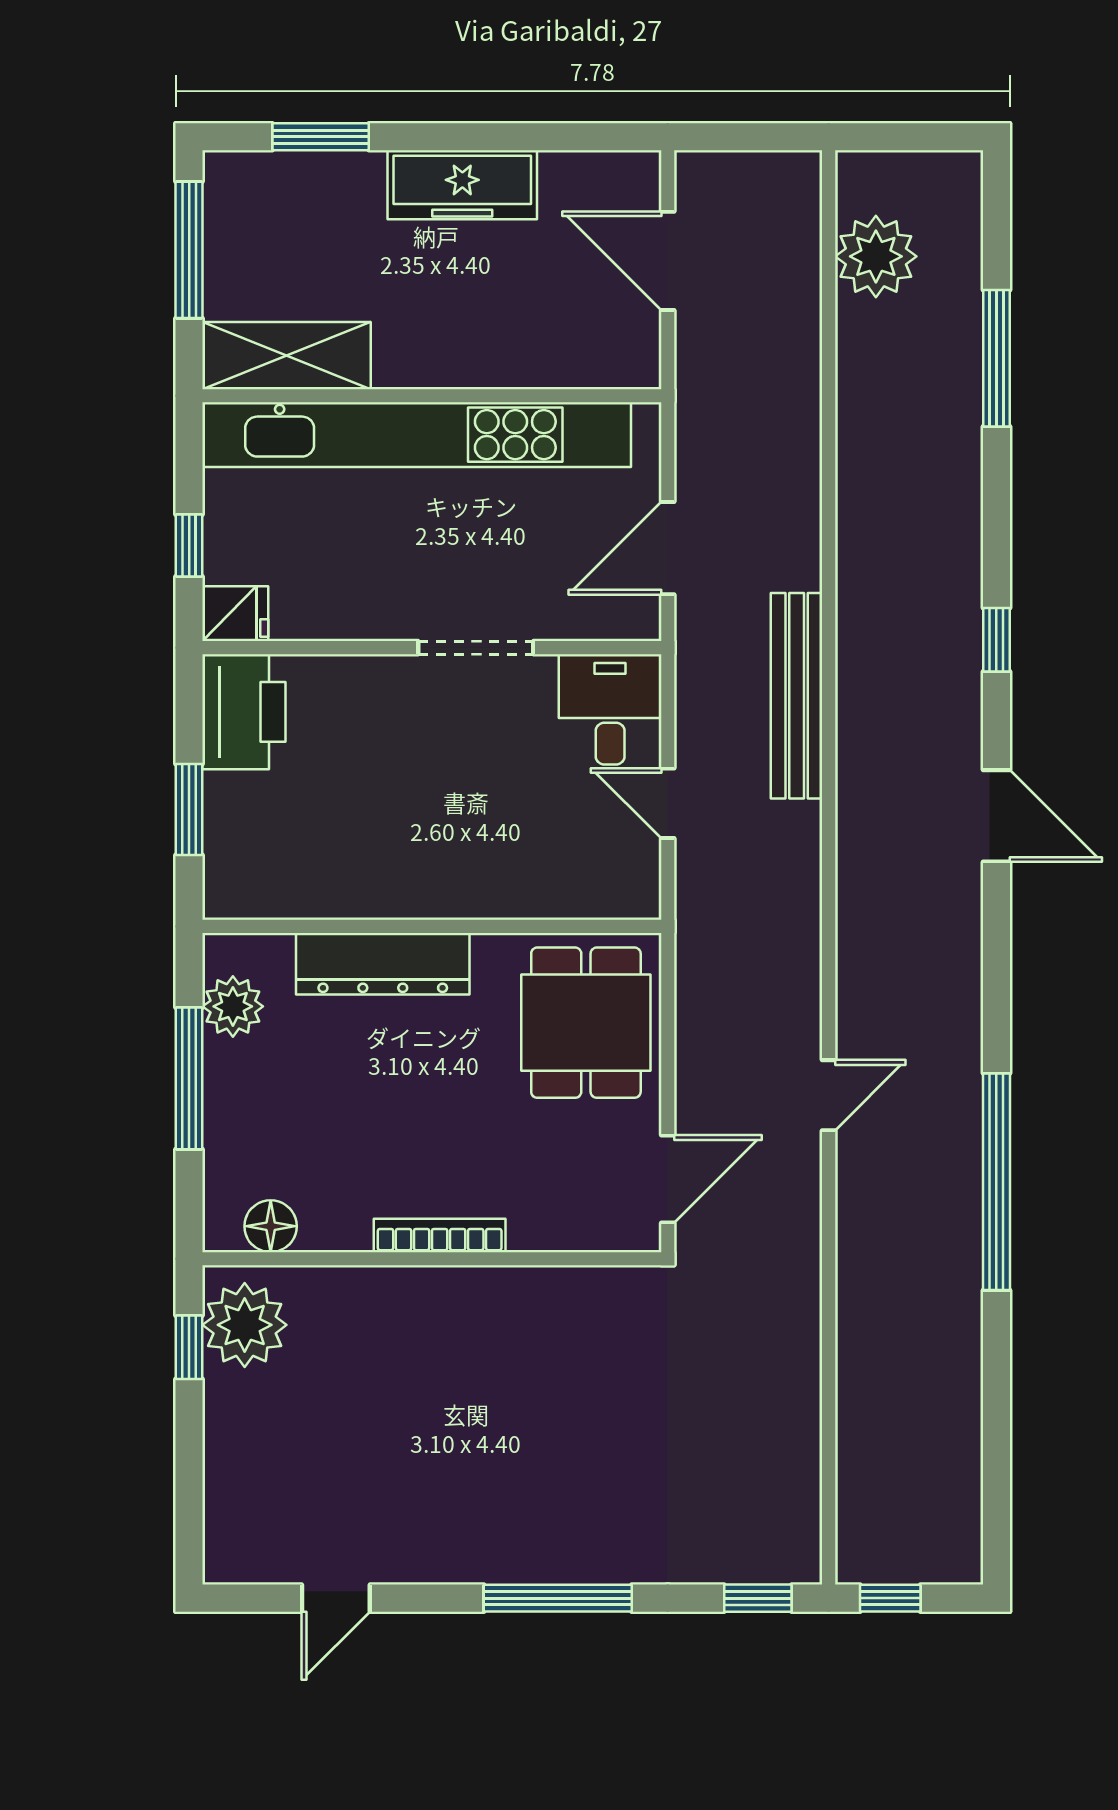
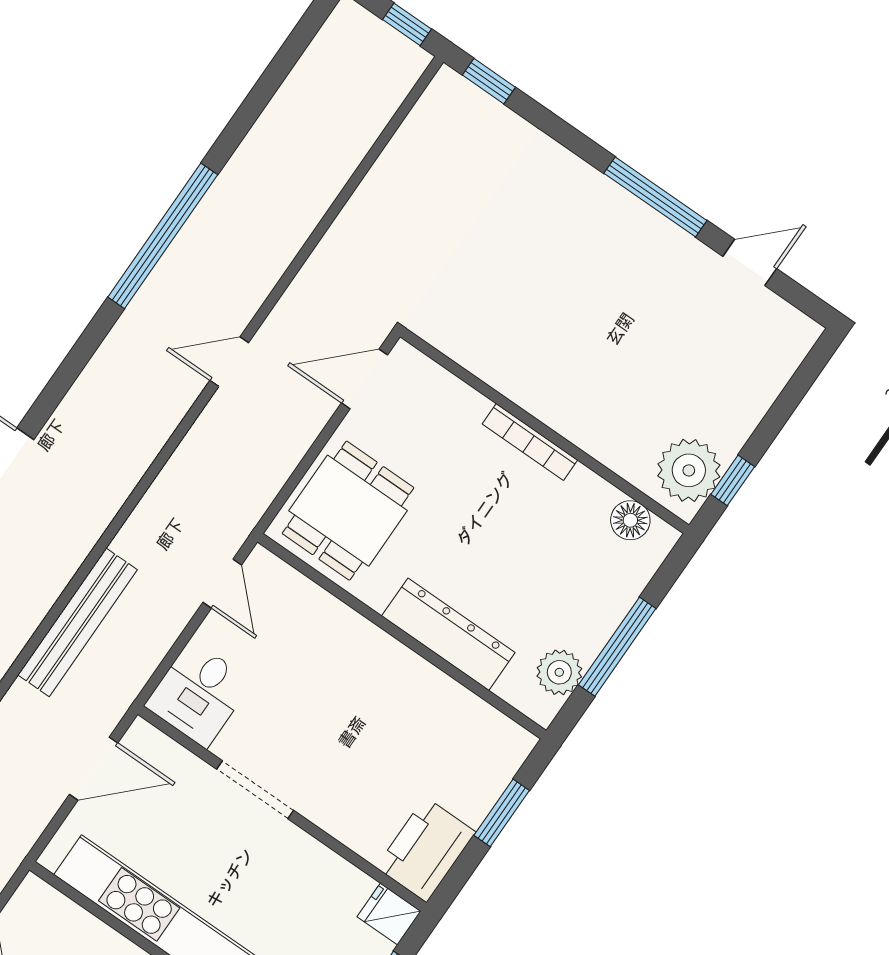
door: (668, 803) -> (222, 584), moved
window: (558, 1598) -> (655, 197), moved

